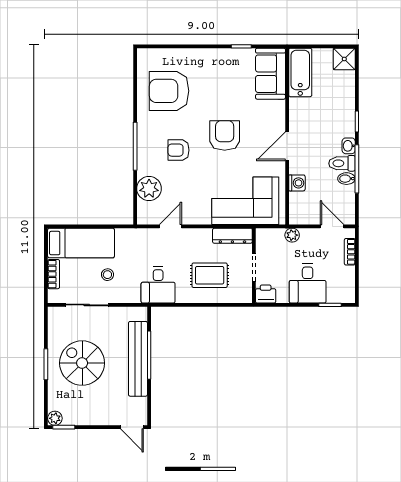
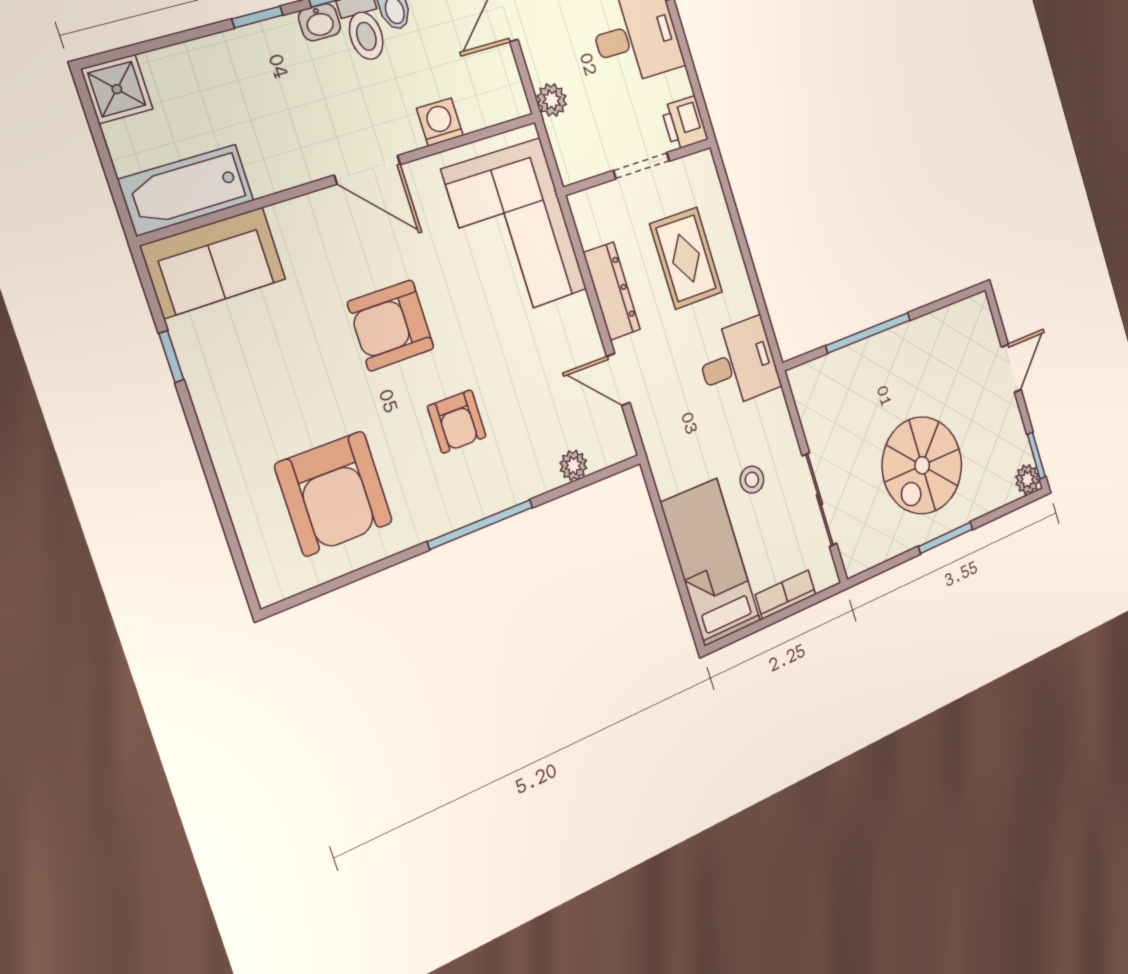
plant: (149, 189) -> (573, 465), width x0.53, depth x0.53
dresser: (232, 236) -> (612, 291), moved
bench: (138, 359) -> (881, 353), removed
door: (132, 427) -> (1011, 368), moved

